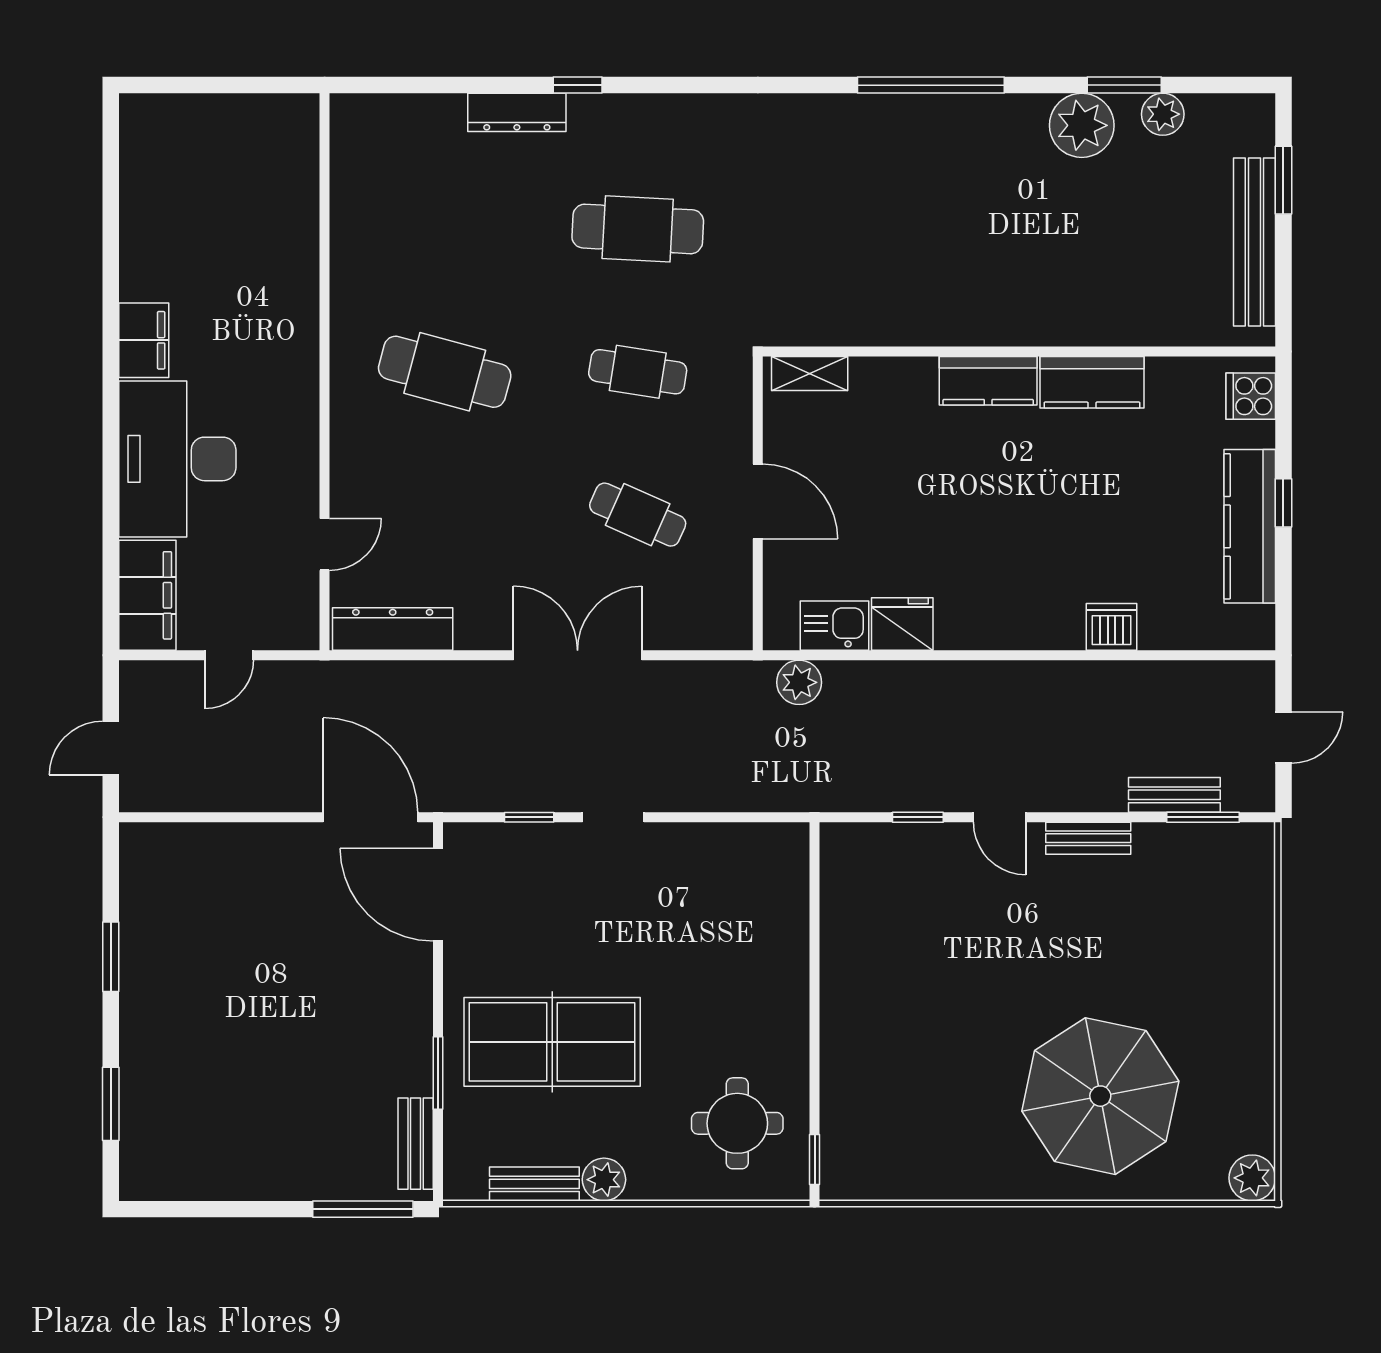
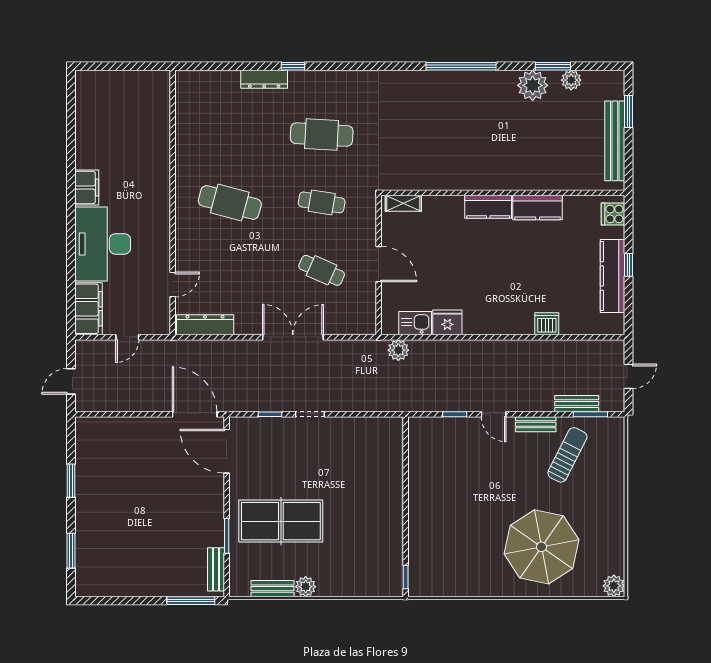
sun lounger: (1155, 903) -> (567, 455), added
round table: (737, 1123) -> (369, 560), removed

